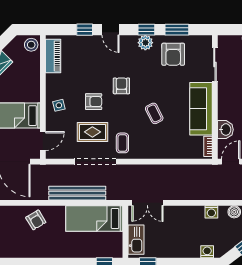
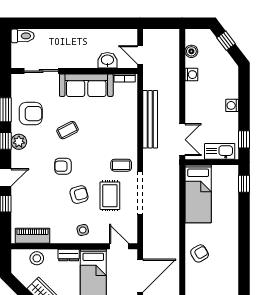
stool: (31, 45) -> (37, 258), moved
dresser: (34, 91) -> (69, 255), added
armchair: (94, 102) -> (79, 195), turned 74
coffee table: (154, 113) -> (67, 130), moved
bench: (77, 193) -> (150, 119), moved
washing machine: (207, 252) -> (232, 105), moved

